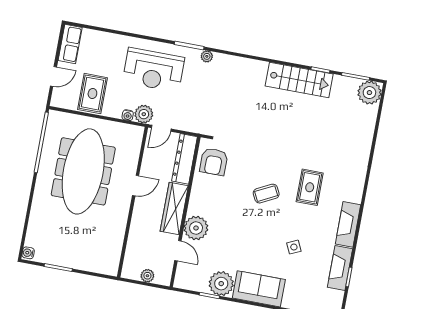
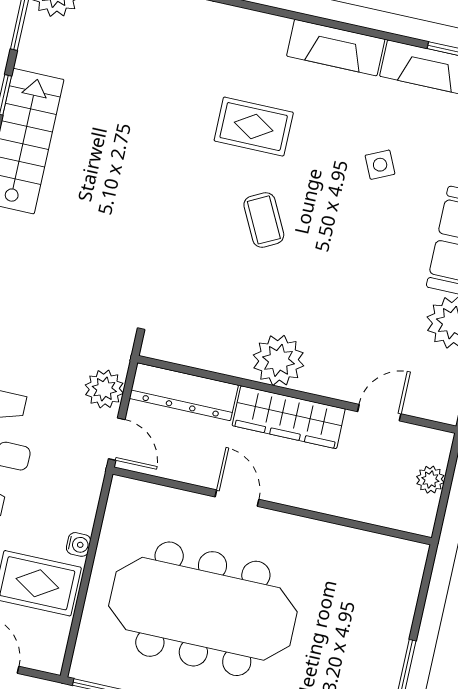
plant: (144, 114) -> (104, 389), moved
water cooler: (128, 115) -> (78, 544), moved
armchair: (214, 162) -> (192, 329), removed
plant: (196, 228) -> (278, 360), moved

